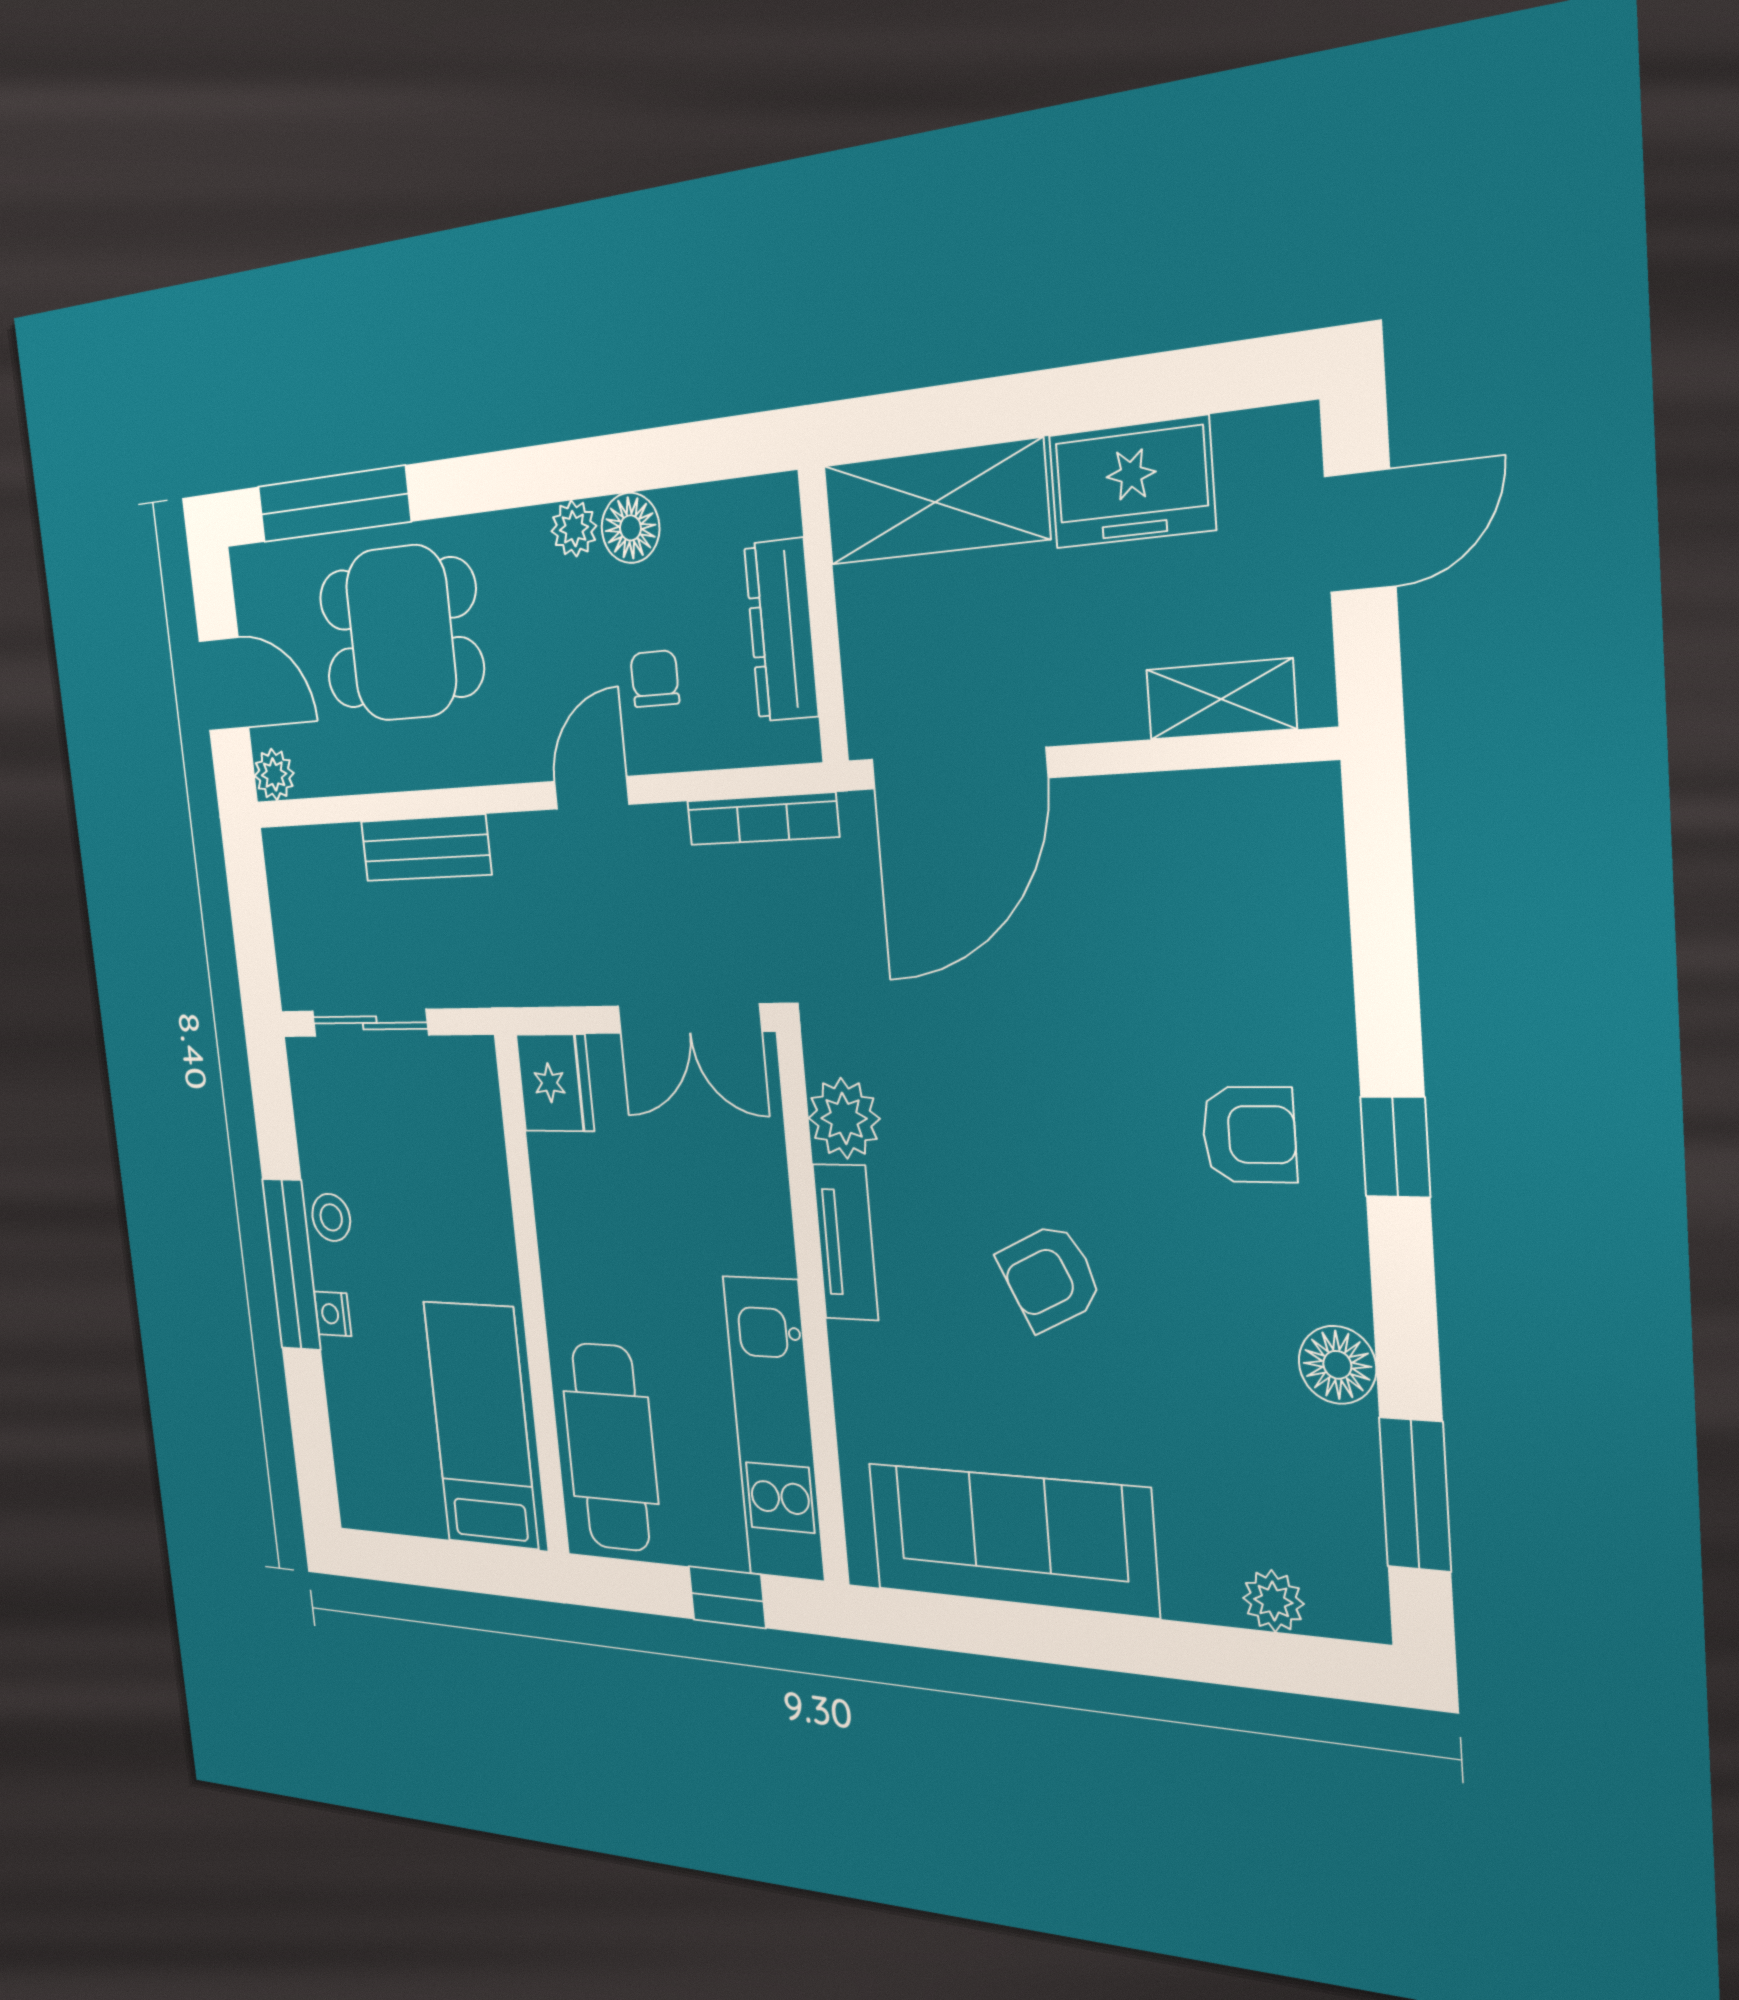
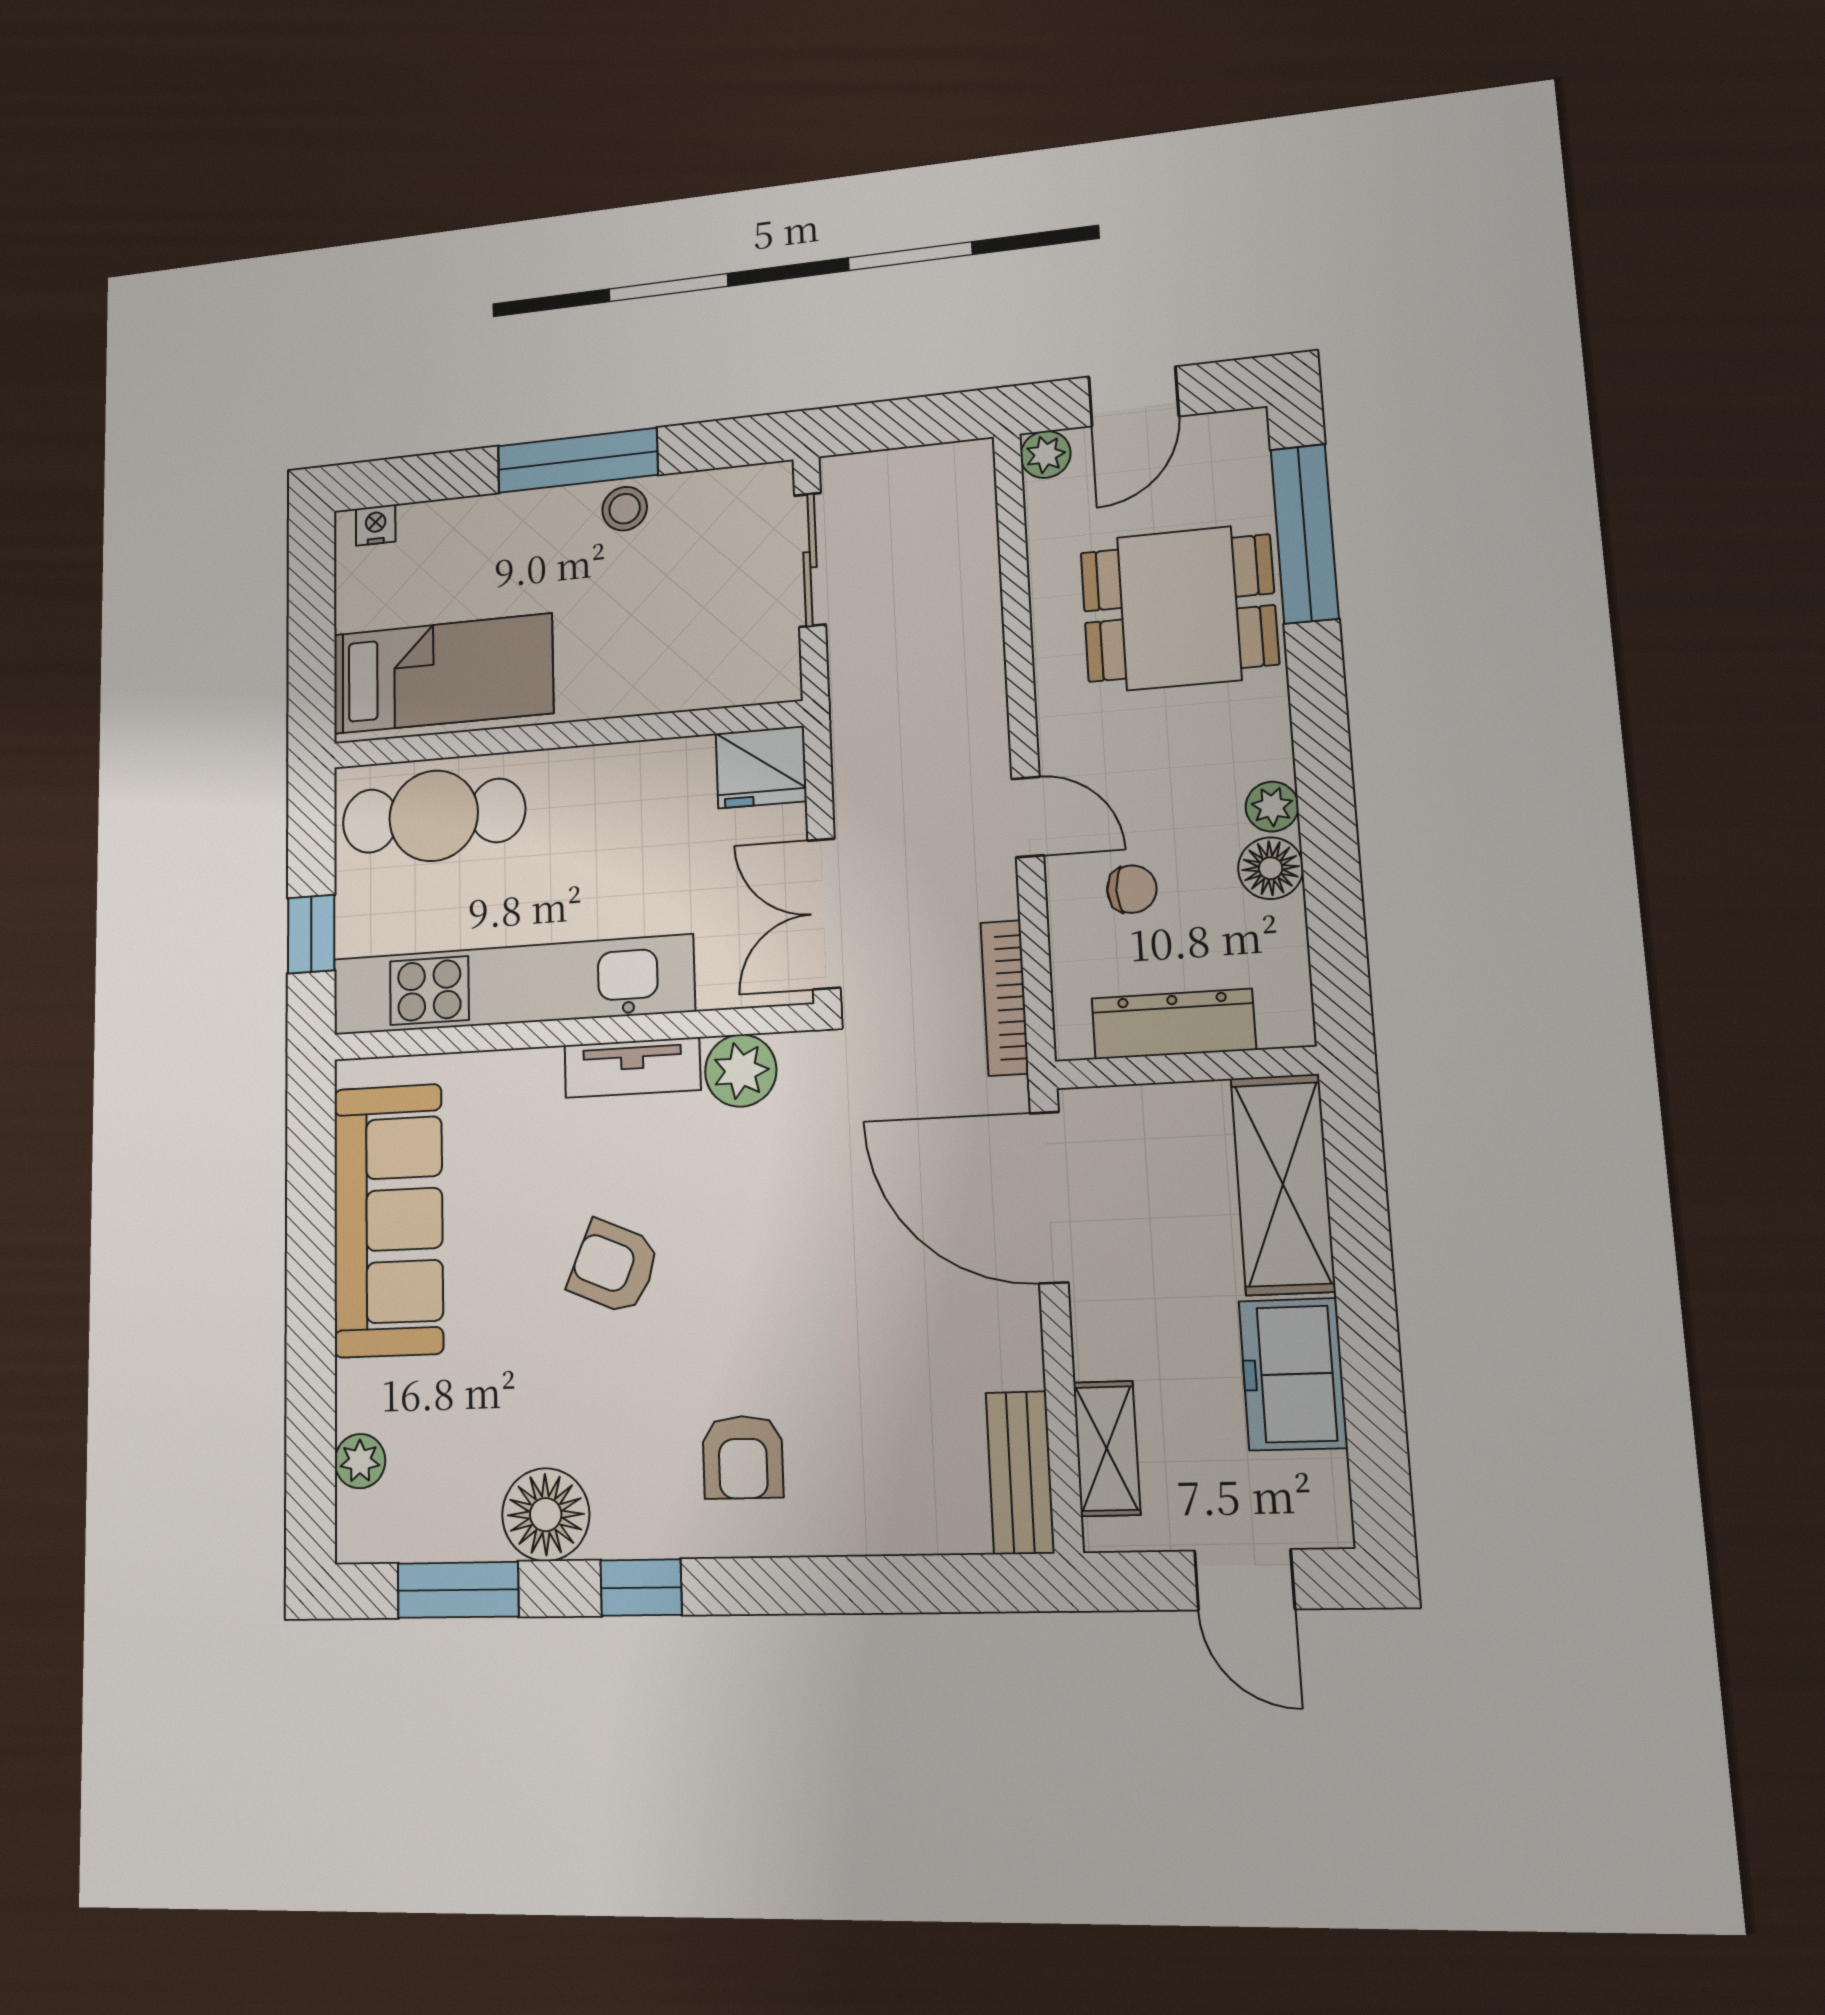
dining table: (401, 633) -> (1179, 608), turned 90
bench: (426, 848) -> (1020, 1472), moved
window: (1395, 1147) -> (641, 1588), moved
armchair: (1050, 1277) -> (614, 1267), turned -41
nightstand: (333, 1314) -> (376, 525), moved
floor lamp: (1337, 1365) -> (546, 1515), width x1.38, depth x1.38
kitchen unit: (774, 1429) -> (511, 985), width x1.36

